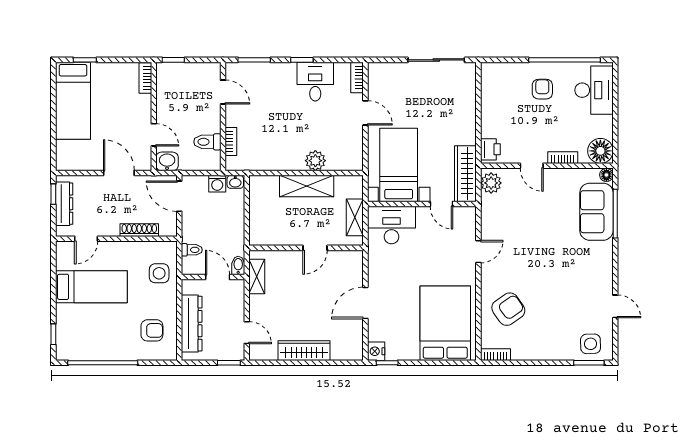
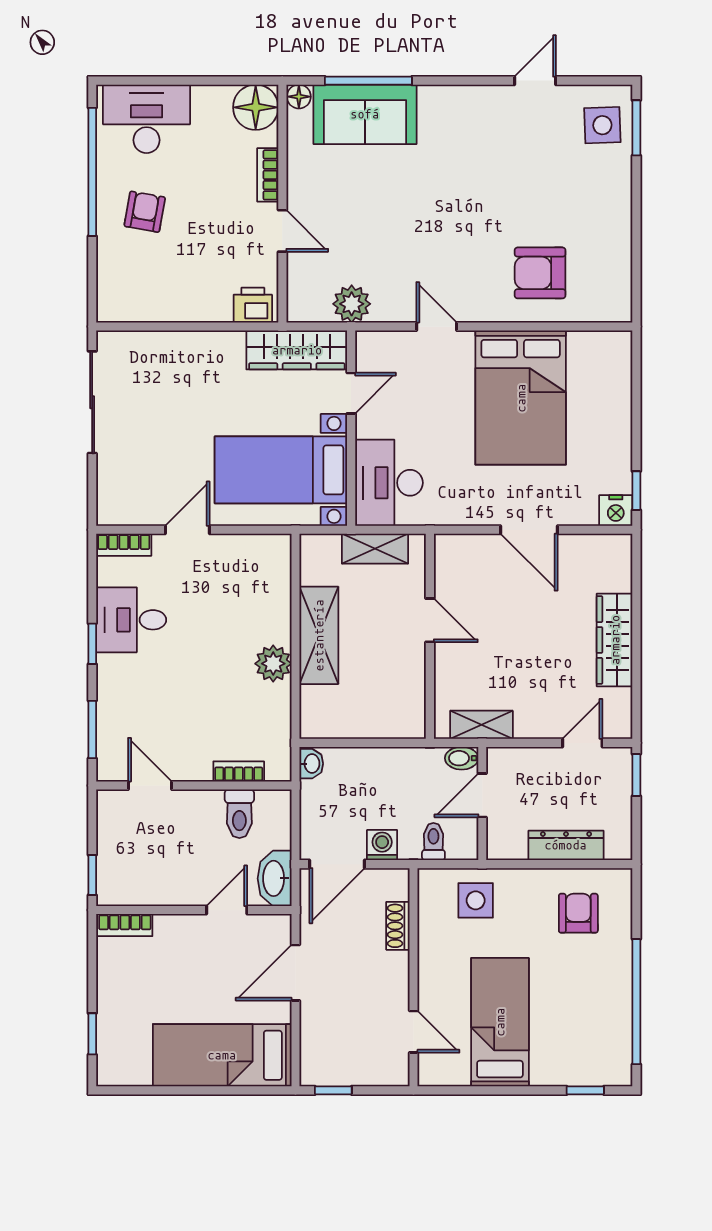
armchair: (542, 89) -> (145, 212), turned 100
door: (223, 92) -> (150, 785), hinge flipped
bed: (73, 101) -> (222, 1055), moved, turned 180
washbasin: (167, 161) -> (275, 878), width x1.38
plant: (315, 161) -> (273, 664), moved
door: (532, 166) -> (282, 231), hinge flipped
plant: (491, 183) -> (352, 304), moved
washing machine: (217, 184) -> (382, 845), moved, turned -90
dresser: (64, 204) -> (350, 1071), removed
shoe rack: (139, 230) -> (398, 926), width x0.70
armchair: (508, 309) -> (540, 273), turned -55
bed: (445, 323) -> (521, 398), moved, turned -90
dresser: (192, 324) -> (566, 845), width x0.73, depth x0.80
bookcase: (496, 355) -> (622, 296), removed

